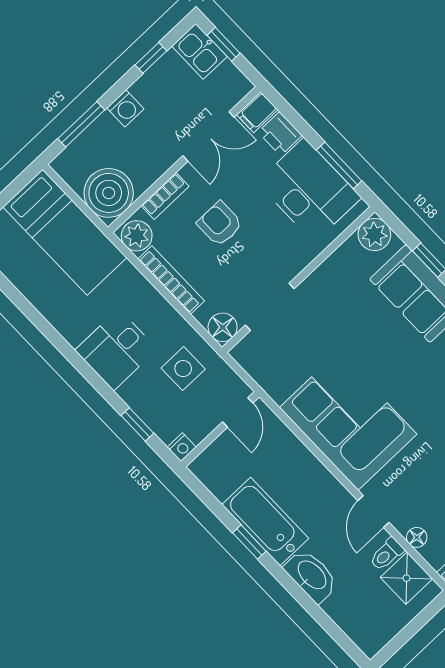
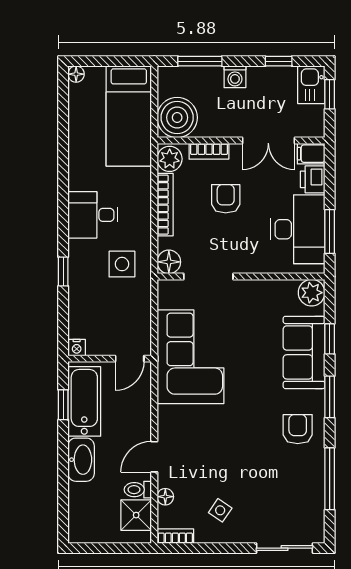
door: (238, 412) -> (130, 359), moved
corner sofa: (348, 421) -> (190, 357), moved
wall: (220, 429) -> (110, 359), moved
nightstand: (182, 447) -> (77, 348), moved

